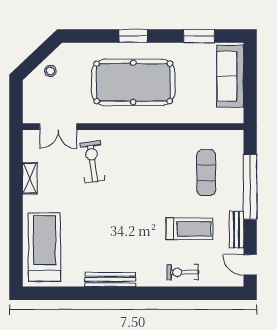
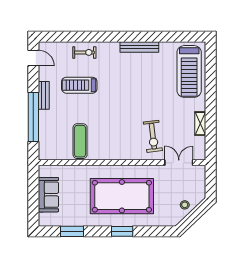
sofa: (230, 76) -> (48, 195), width x0.73
exercise mat: (206, 173) -> (80, 141), moved
bench: (236, 230) -> (44, 95), moved

